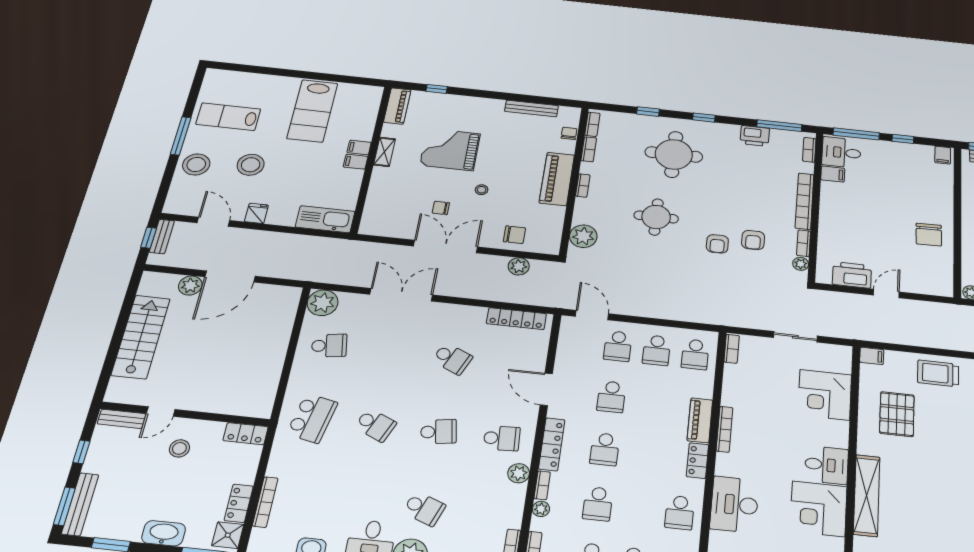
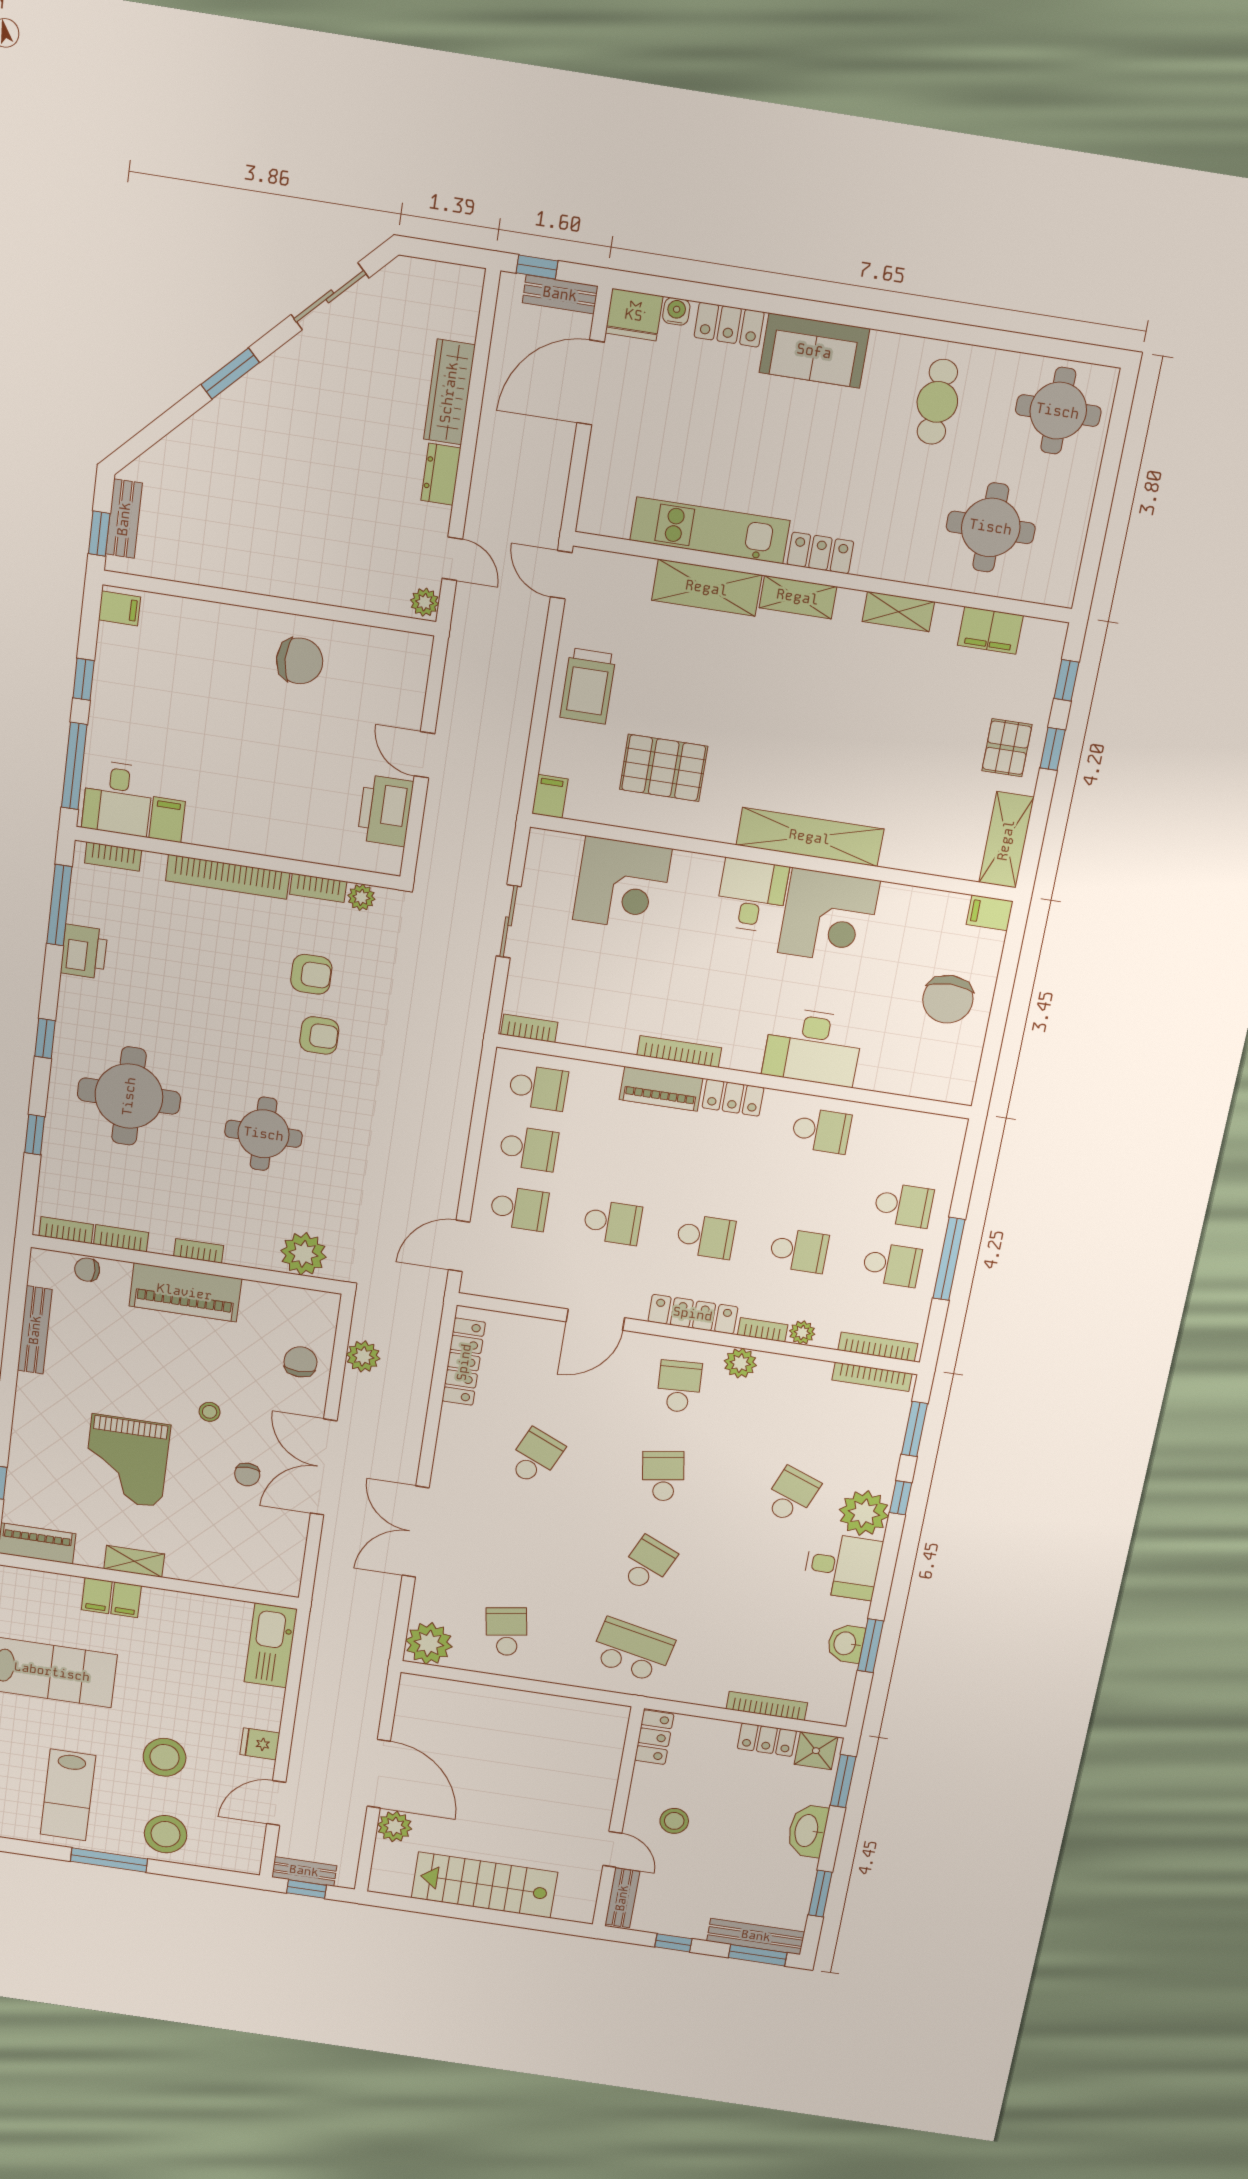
filing cabinet: (356, 162) -> (97, 1596), moved

